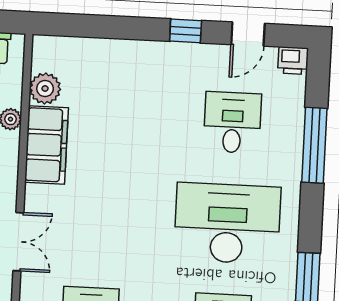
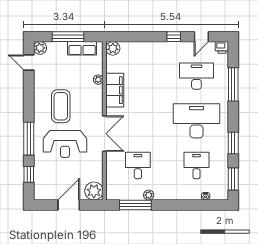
plant: (45, 88) -> (113, 48), moved
desk: (232, 122) -> (196, 76), width x1.37
double door: (18, 242) -> (104, 134), width x1.37

